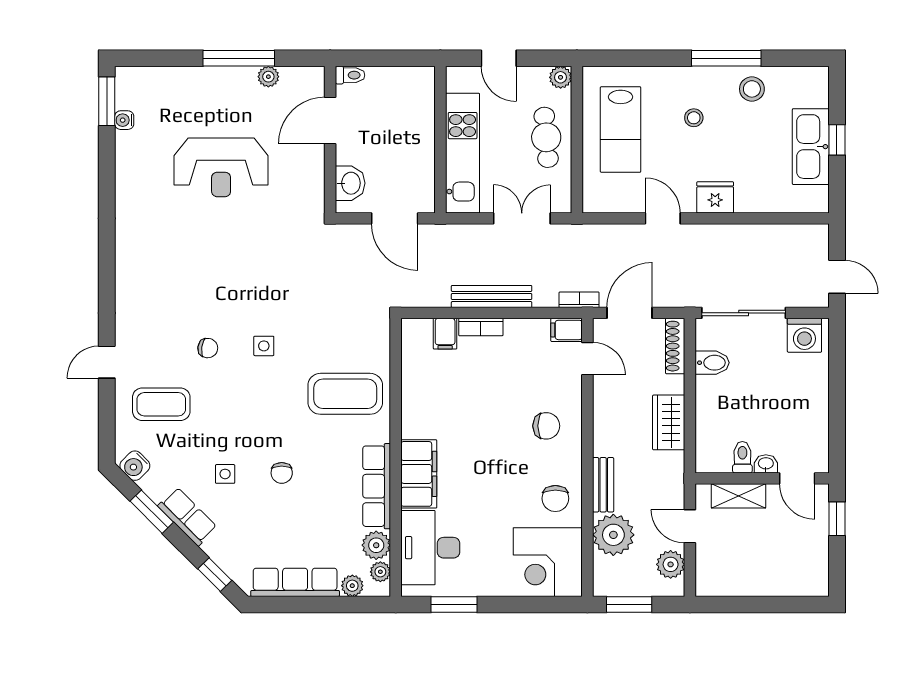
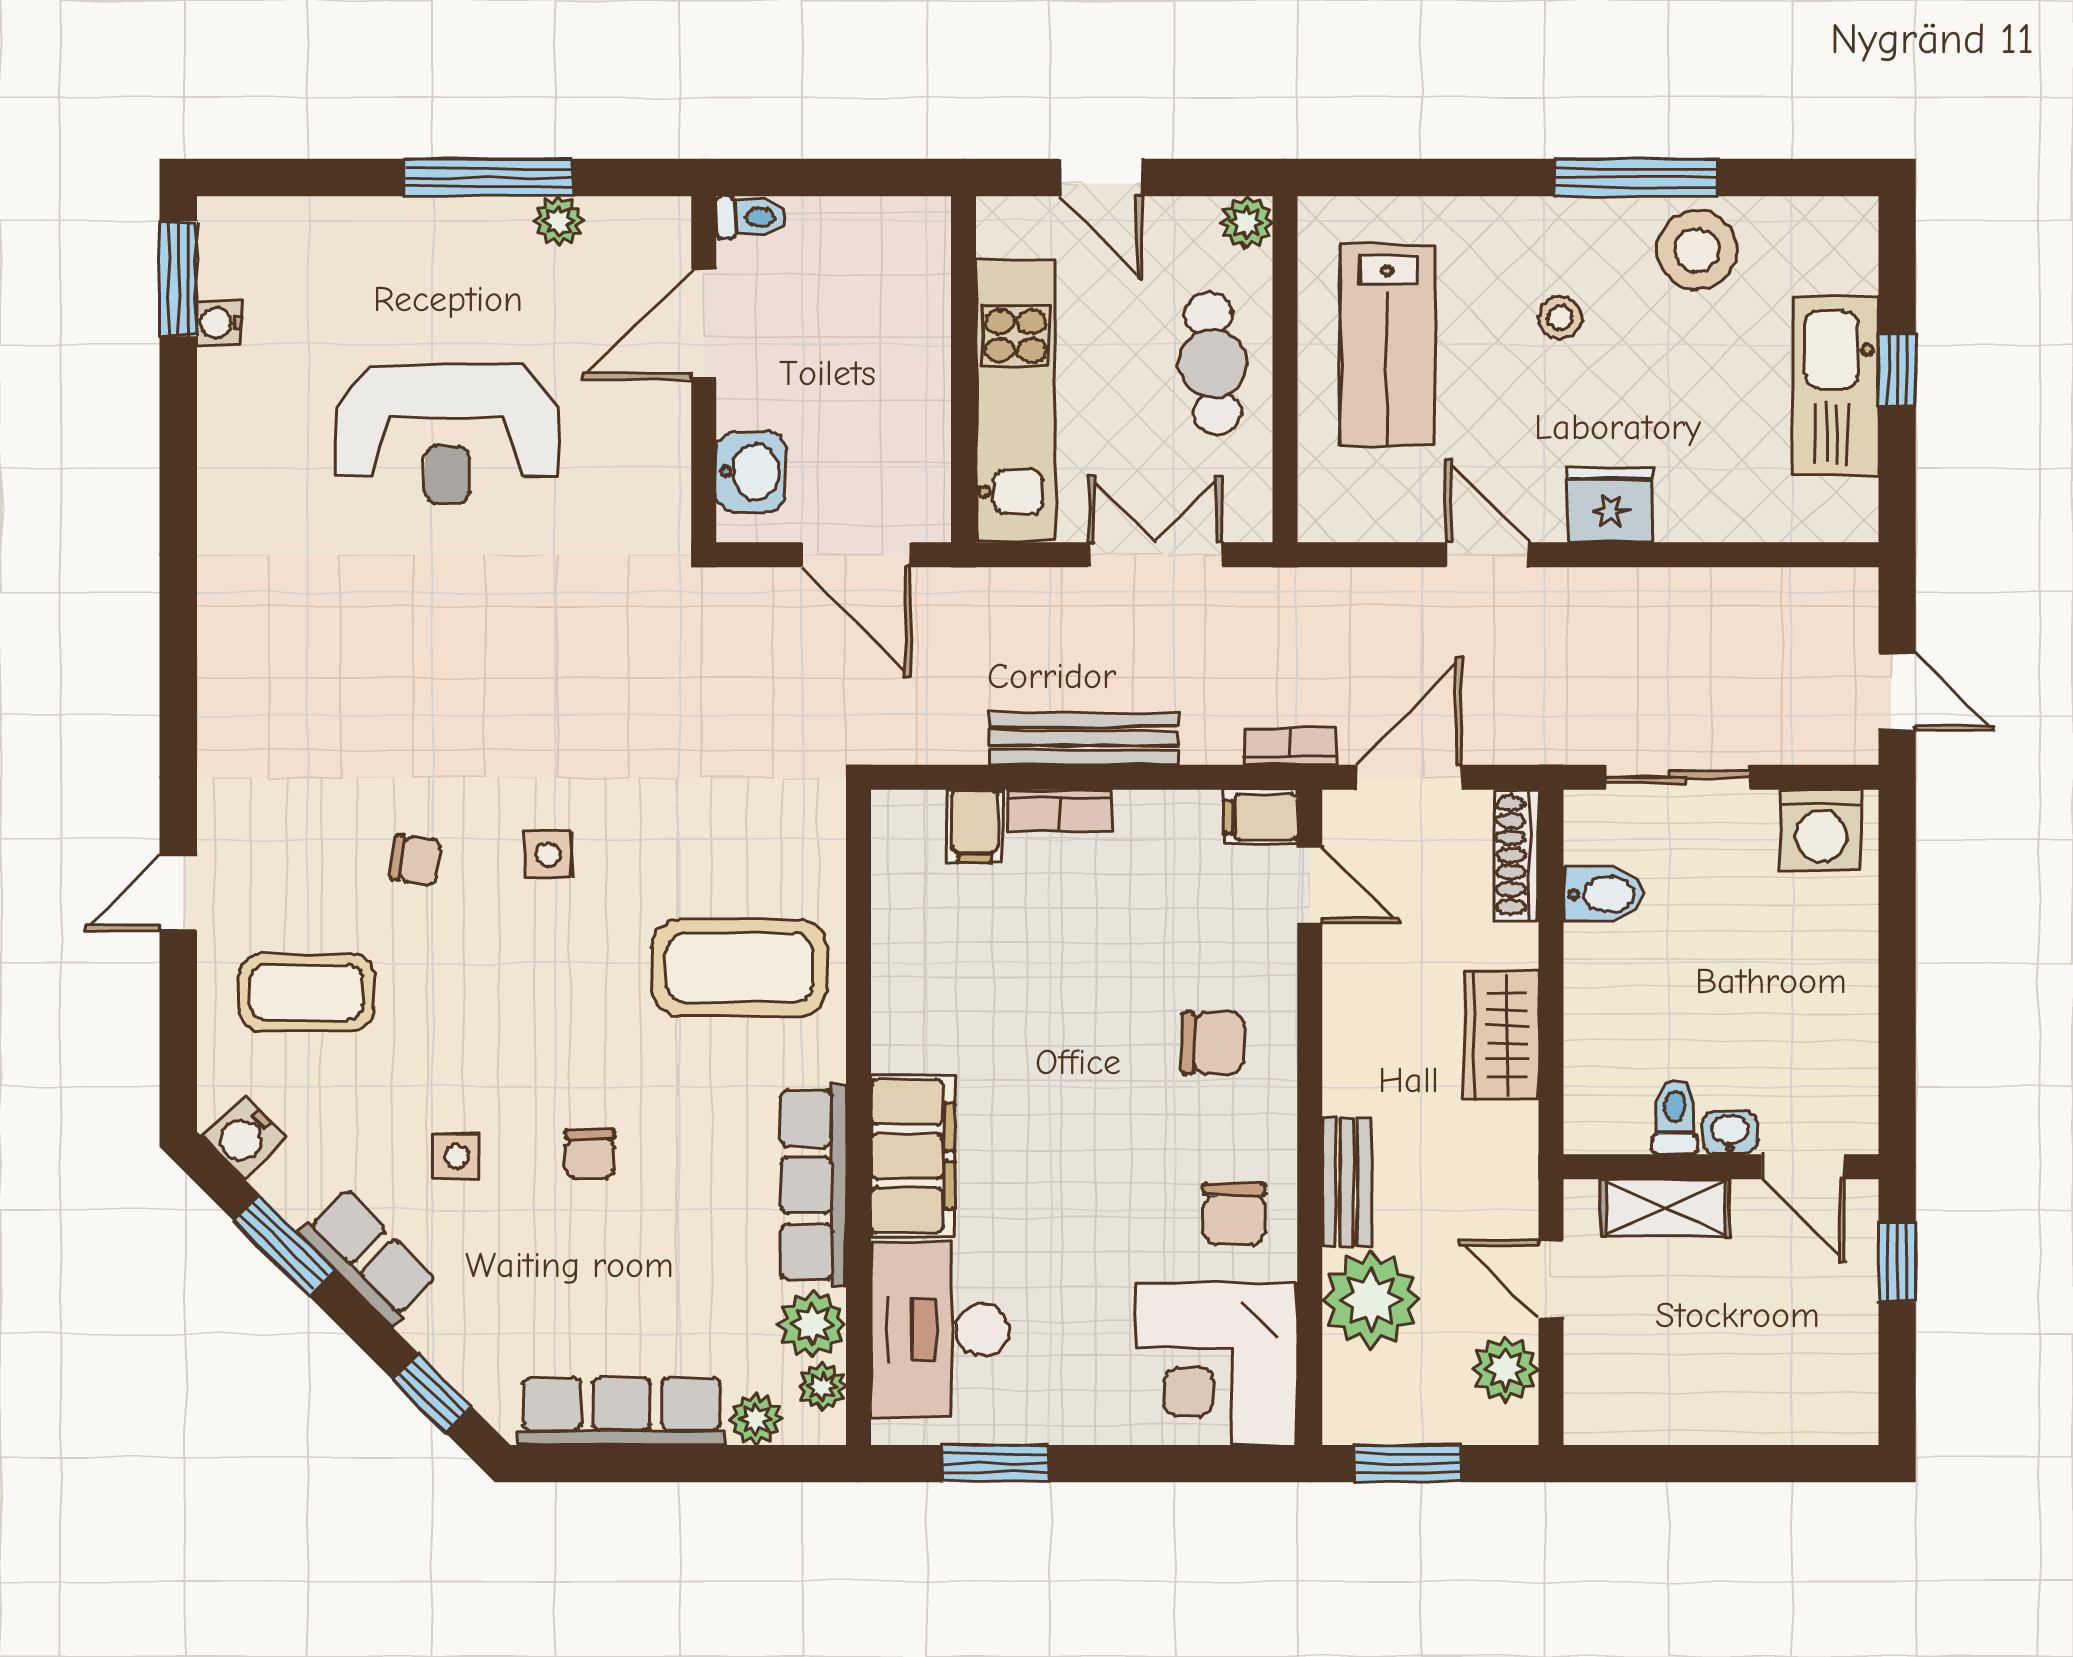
stool: (752, 89) -> (1697, 250), width x1.38, depth x1.38
sliding door: (744, 313) -> (1678, 777), width x0.73

